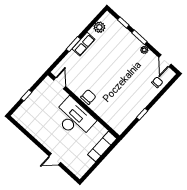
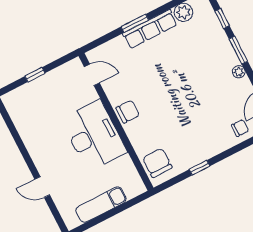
row of seats: (83, 44) -> (150, 29), width x1.48
door: (60, 83) -> (92, 75), hinge flipped
chair: (117, 120) -> (157, 163), added
exam couch: (102, 147) -> (101, 205), moved

